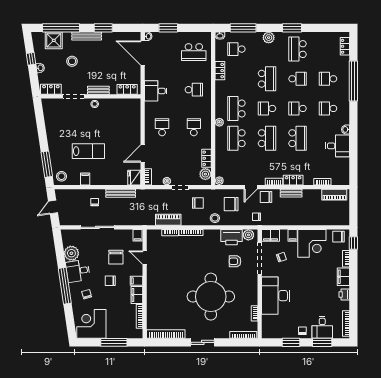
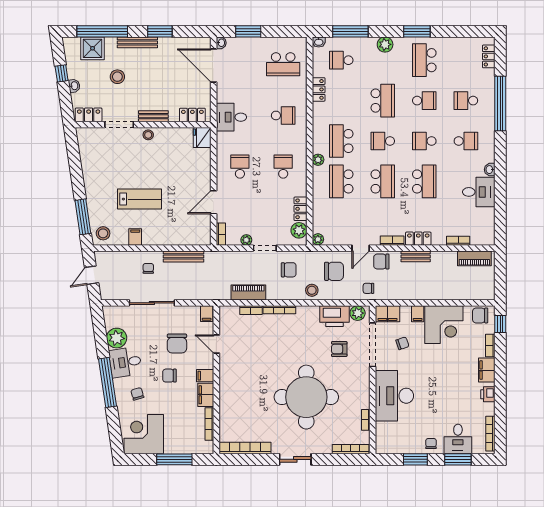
school desk: (328, 108) -> (466, 141), turned 180
fridge: (134, 178) -> (202, 137), moved
chair: (231, 204) -> (334, 271), turned 180

